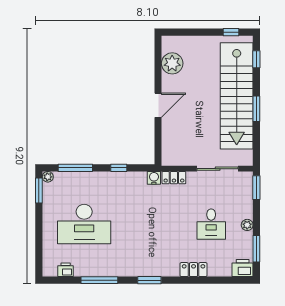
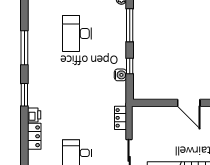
water cooler: (154, 178) -> (120, 75), moved
desk: (84, 224) -> (77, 33), width x0.73, depth x0.77
printer: (66, 270) -> (34, 115), moved

